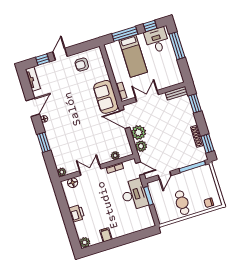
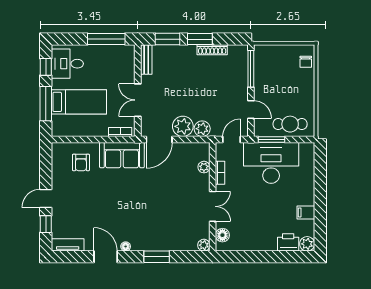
window: (177, 46) -> (106, 39), moved
door: (60, 54) -> (46, 198), hinge flipped
armchair: (82, 65) -> (81, 162), moved
window: (207, 144) -> (200, 39), moved
double door: (90, 170) -> (213, 206), swing flipped
desk: (134, 195) -> (271, 163), width x1.36, depth x1.30
cafe table: (182, 203) -> (290, 124), moved
printer: (77, 213) -> (288, 242), moved

